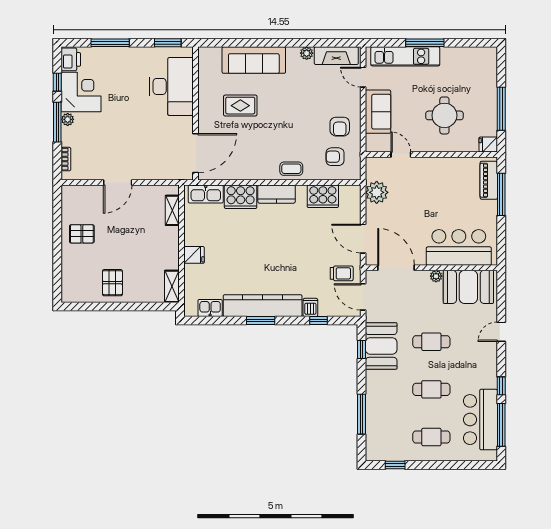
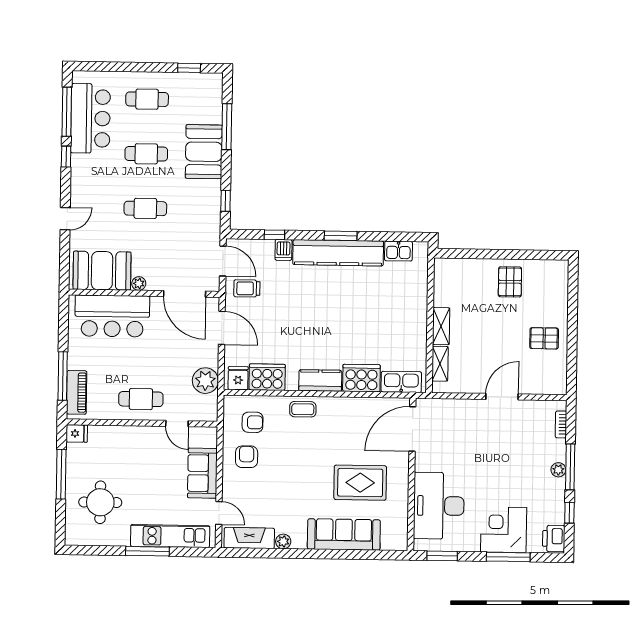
corner desk: (81, 92) -> (504, 530), moved, turned 90
rug: (240, 106) -> (360, 483), width x1.36, depth x1.43
round table: (444, 115) -> (100, 502), moved
cafe table: (433, 175) -> (141, 399), added
fridge: (194, 255) -> (238, 378), moved, turned 90
shelving: (172, 286) -> (441, 326), moved
booth: (381, 346) -> (204, 152), moved

